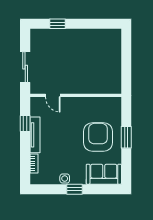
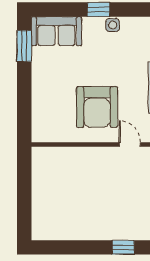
armchair: (98, 137) -> (97, 107), moved
window: (126, 137) -> (24, 46), moved

